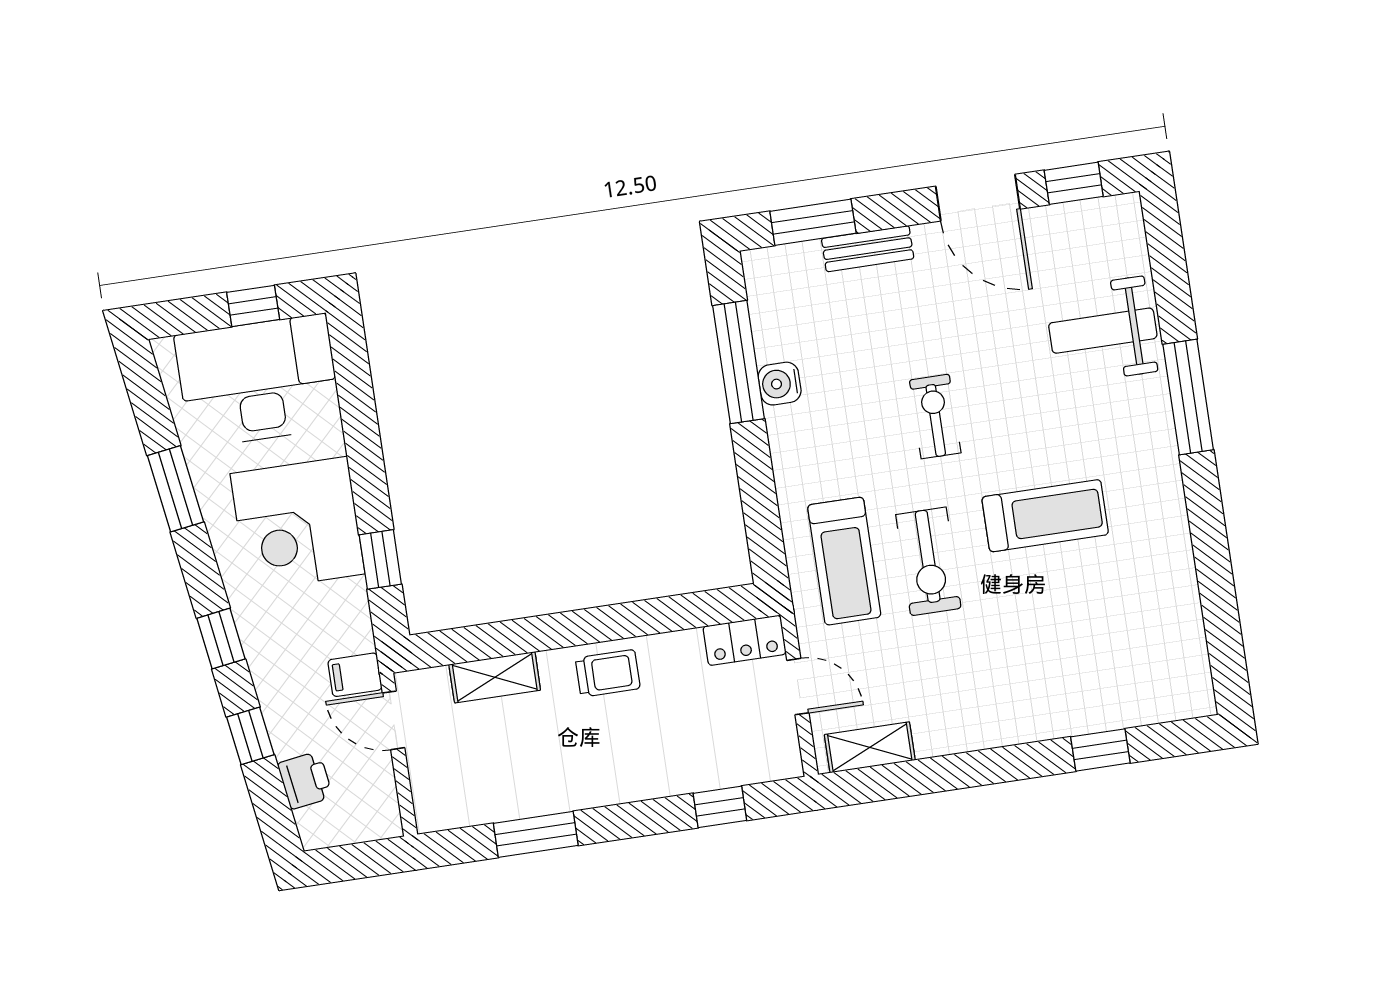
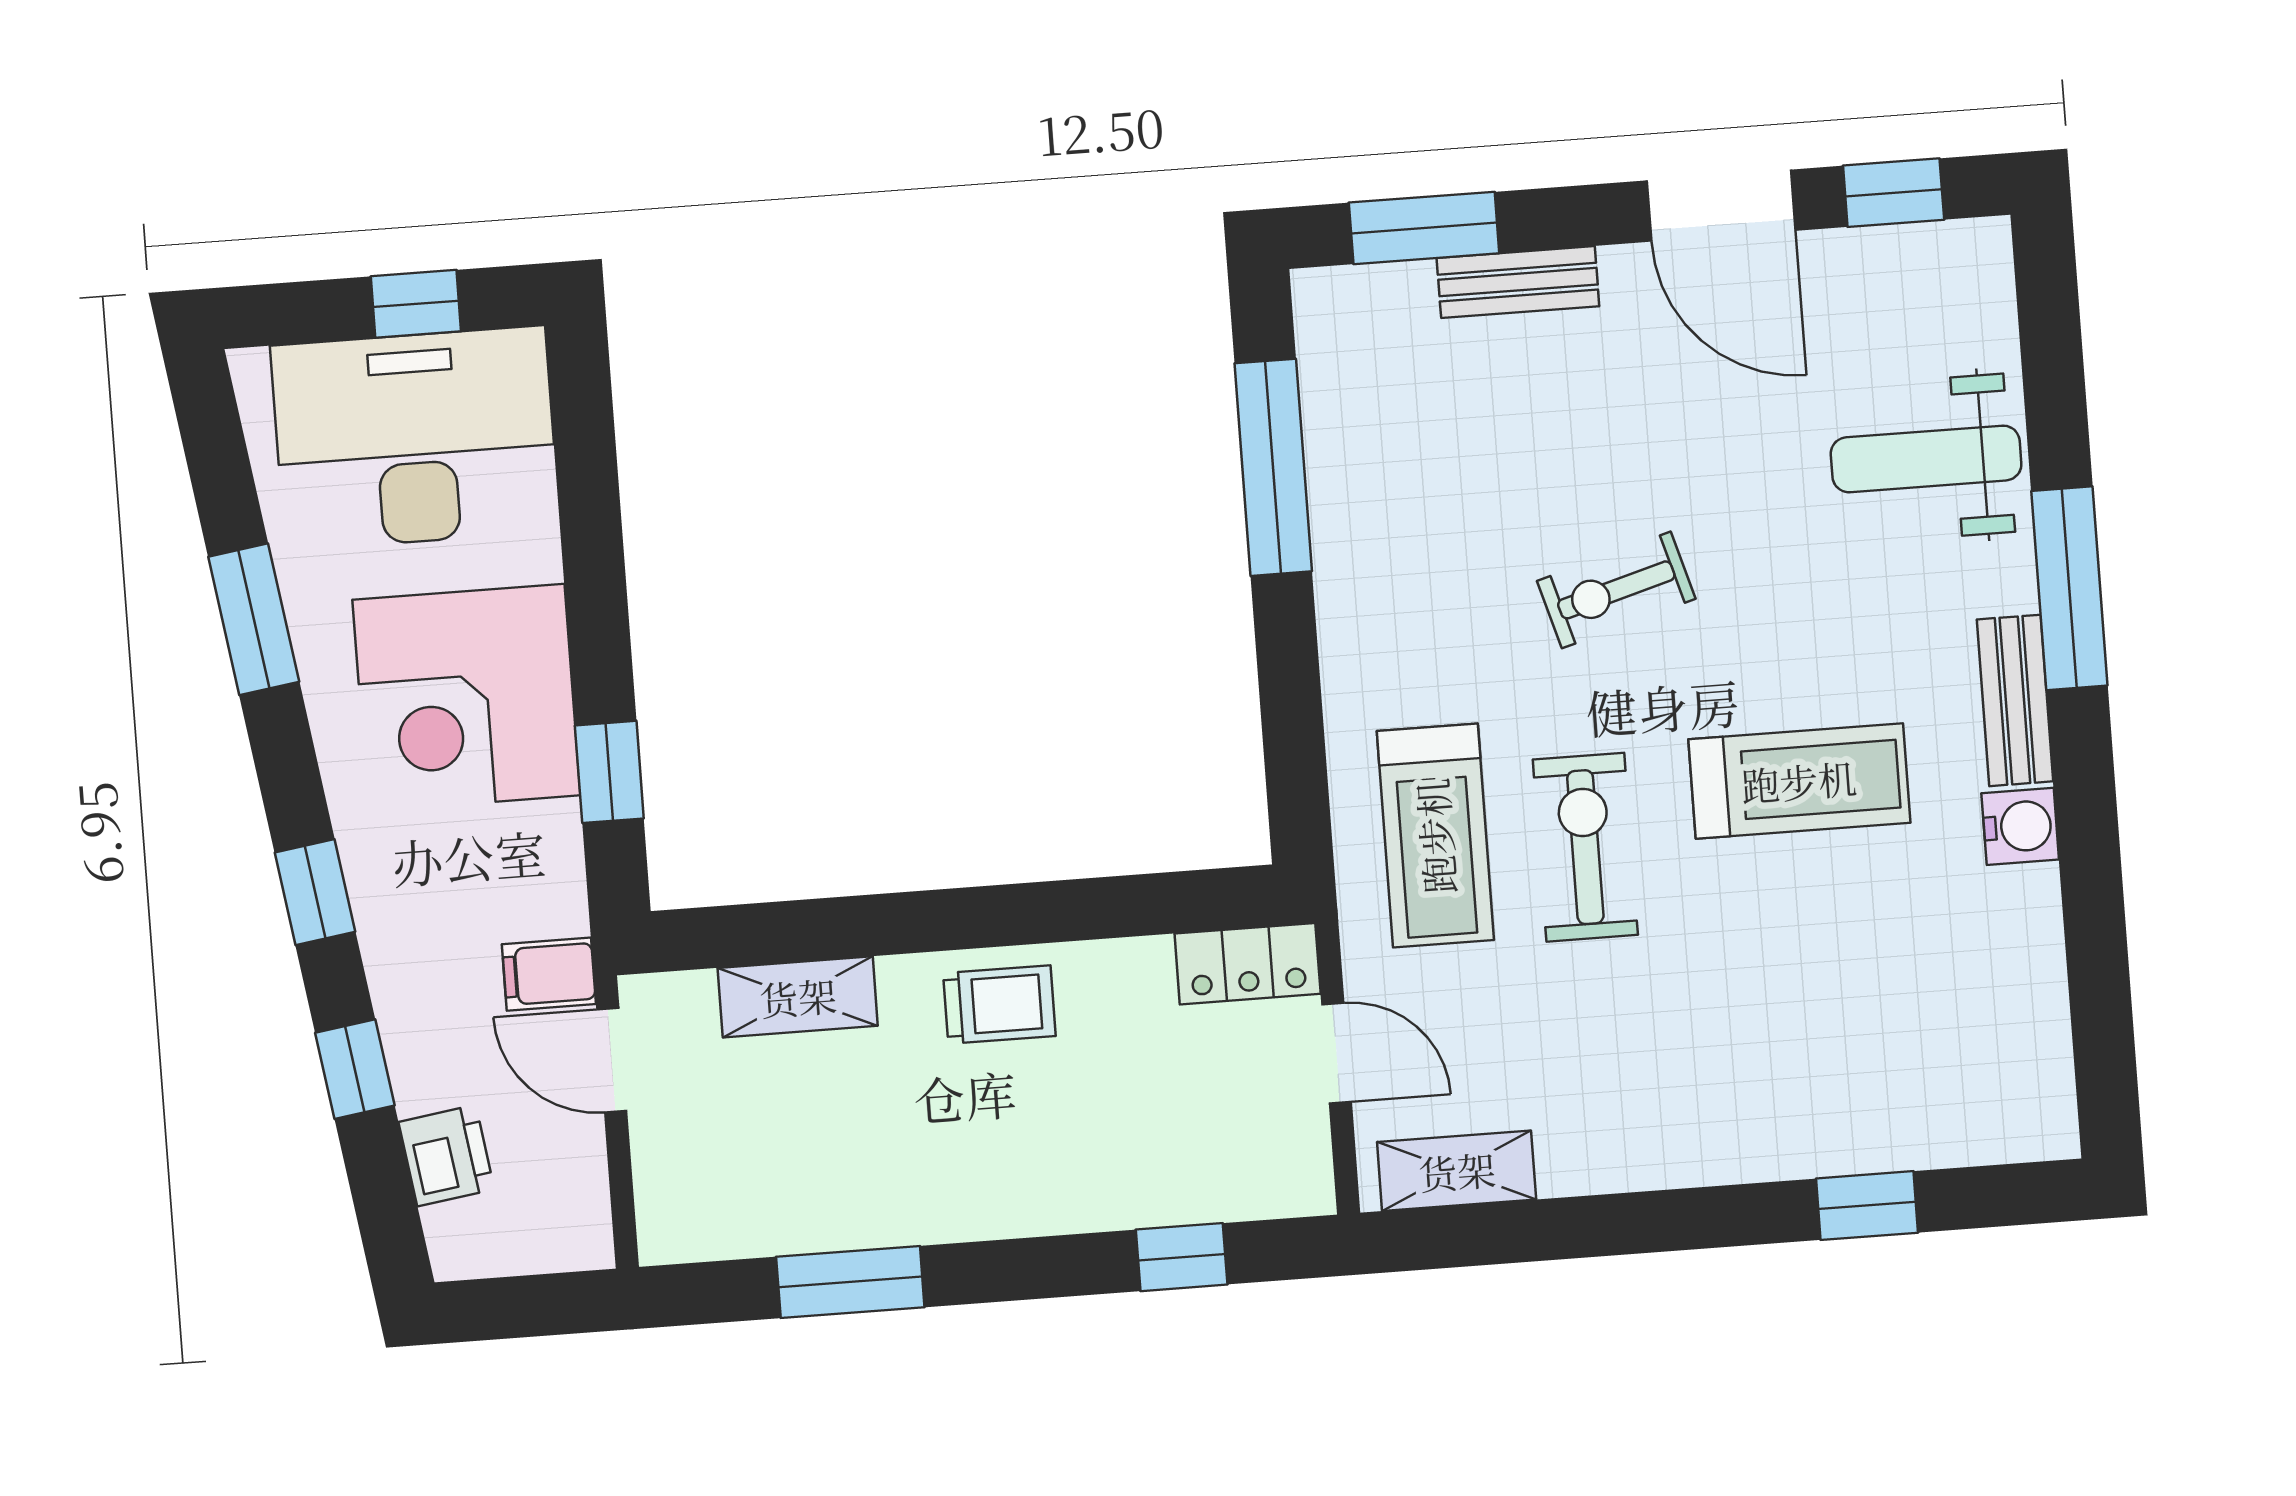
water cooler: (780, 384) -> (2020, 826), moved, turned 180
exercise bike: (935, 416) -> (1616, 590), turned -106
bench: (1162, 462) -> (2015, 700), added
exercise bike: (928, 561) -> (1585, 847), turned 180

